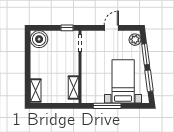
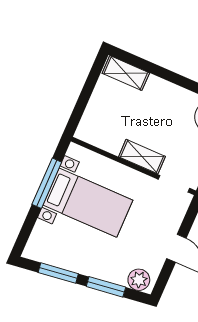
bed with nightstands: (123, 81) -> (88, 203), moved
shelving: (73, 88) -> (142, 157), moved

